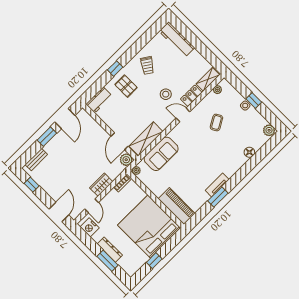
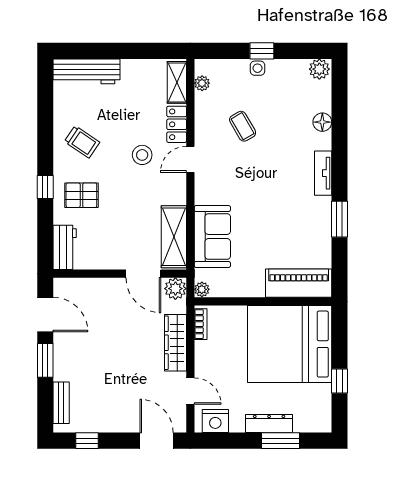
wardrobe: (101, 185) -> (175, 343), width x1.50
tv unit: (217, 185) -> (323, 173), moved

